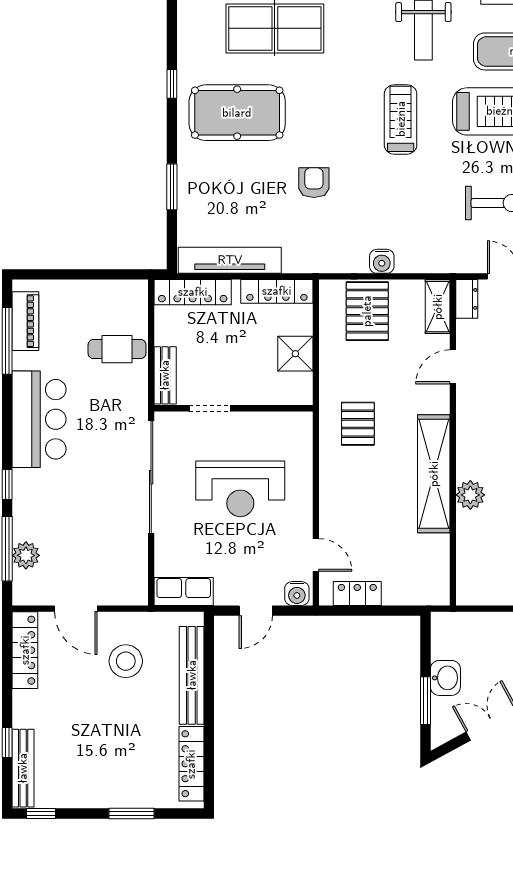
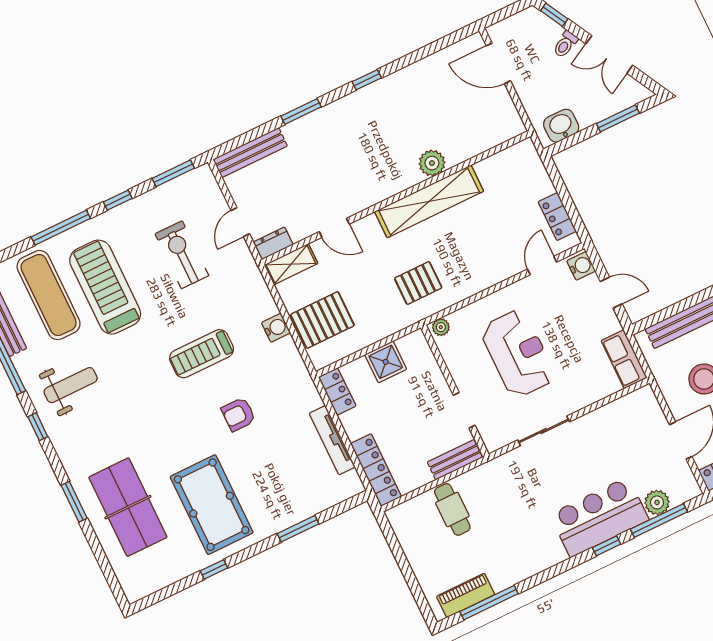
treadmill: (401, 119) -> (202, 354), moved
tv unit: (230, 260) -> (332, 440), width x0.73, depth x0.78
locker: (277, 291) -> (337, 391), width x0.66
bar counter: (39, 419) -> (599, 517), moved
plant: (303, 425) -> (441, 327), added
sliding door: (151, 477) -> (544, 431), width x0.54
washbasin: (445, 678) -> (561, 126), moved

